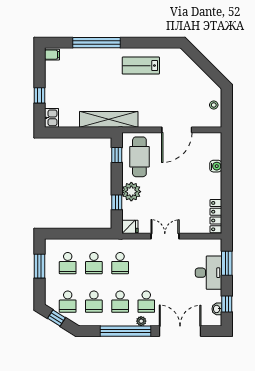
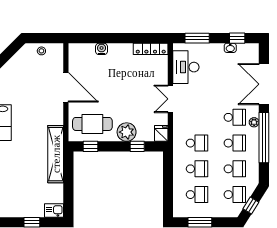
desk: (209, 273) -> (186, 67), moved, turned -90
washbasin: (217, 309) -> (230, 48), moved

